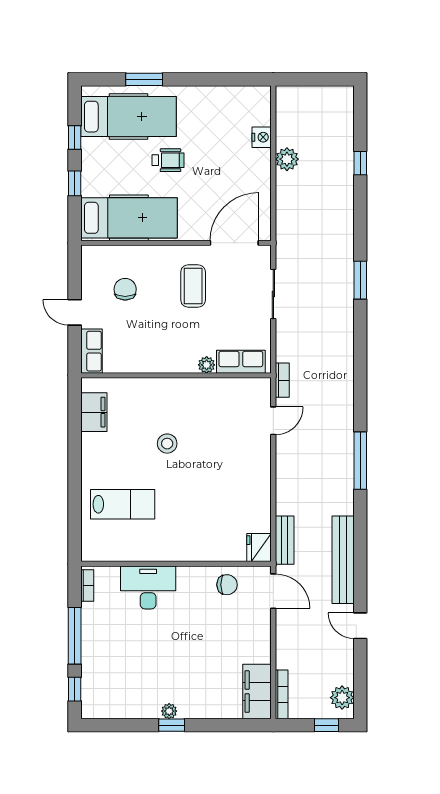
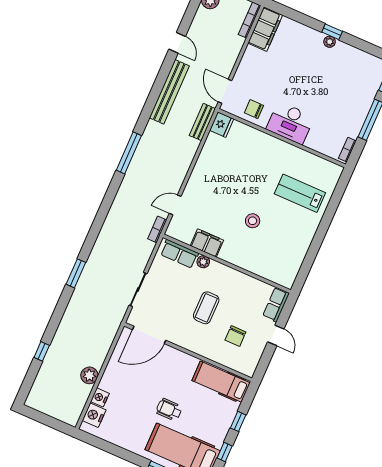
nightstand: (259, 112) -> (94, 415), added
hospital bed: (129, 218) -> (221, 382), width x0.73, depth x0.78
coffee table: (193, 286) -> (206, 308), moved
filing cabinet: (94, 412) -> (207, 243), moved, turned 90
desk: (148, 587) -> (290, 123), moved

